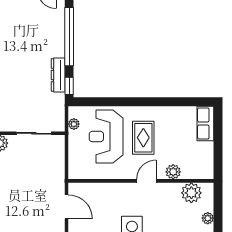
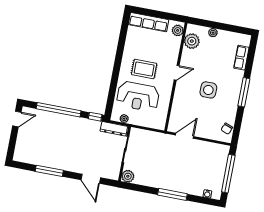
dresser: (58, 75) -> (114, 129), moved
row of seats: (205, 123) -> (149, 22), width x1.48
plant: (173, 172) -> (178, 30), moved
door: (146, 181) -> (177, 73), swing flipped

